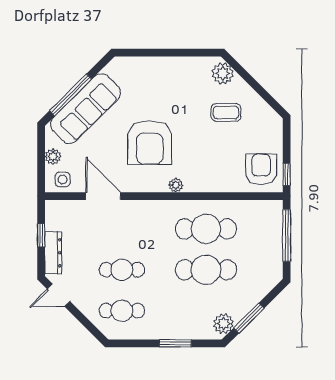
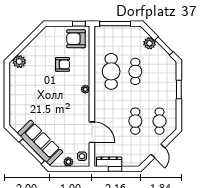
coffee table: (226, 112) -> (42, 60), removed
armchair: (150, 143) -> (62, 64), moved, width x0.53, depth x0.53
door: (103, 196) -> (92, 132), swing flipped
dresser: (53, 253) -> (109, 162), moved
cafe table: (206, 270) -> (135, 71), width x0.73, depth x0.74
door: (59, 295) -> (158, 151), moved
plant: (223, 324) -> (150, 43), moved

